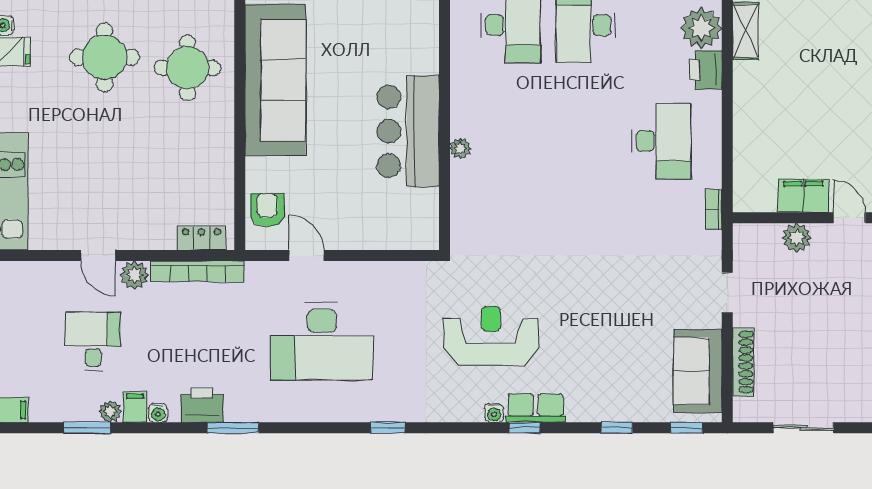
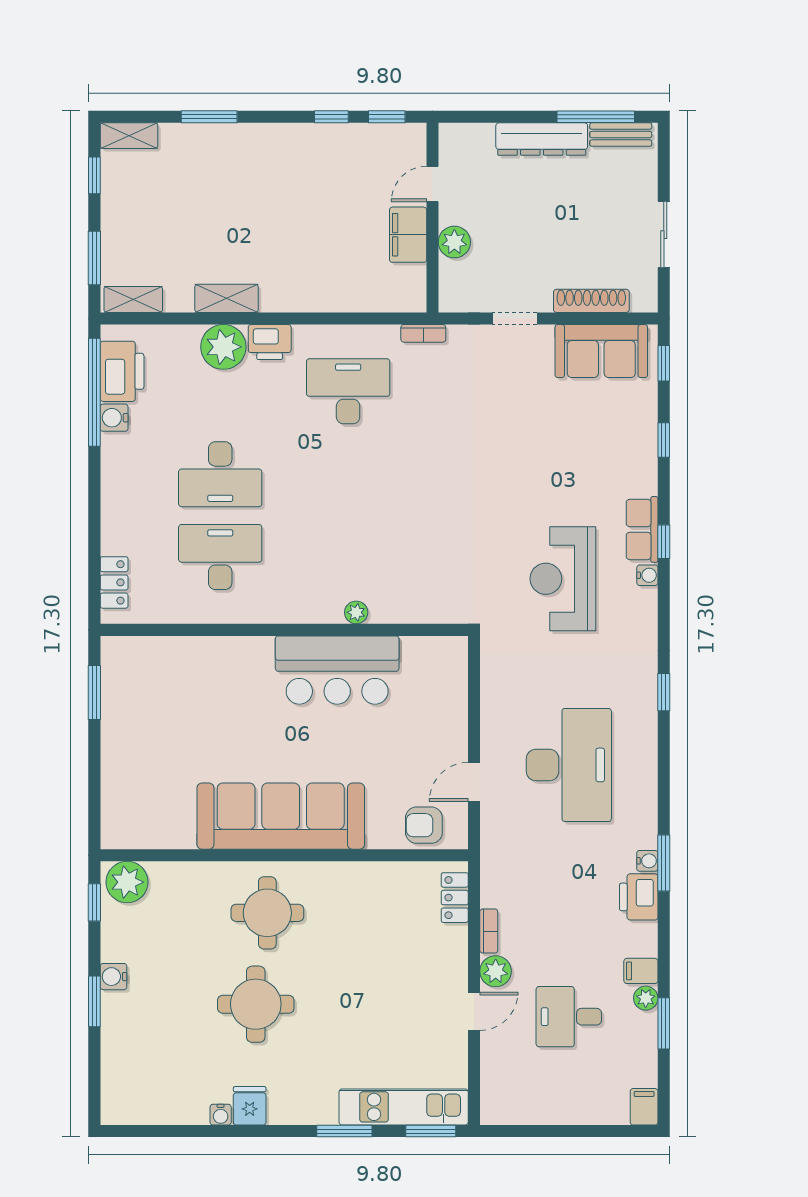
bookcase: (197, 271) -> (489, 931), width x0.43, depth x0.76
water cooler: (158, 413) -> (647, 861), moved

